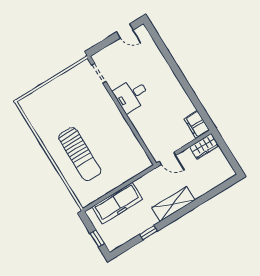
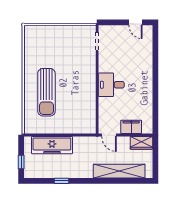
desk: (132, 95) -> (111, 85), moved
filing cabinet: (197, 125) -> (131, 127), moved, turned 90
shelving: (173, 204) -> (119, 171), moved, width x1.47

